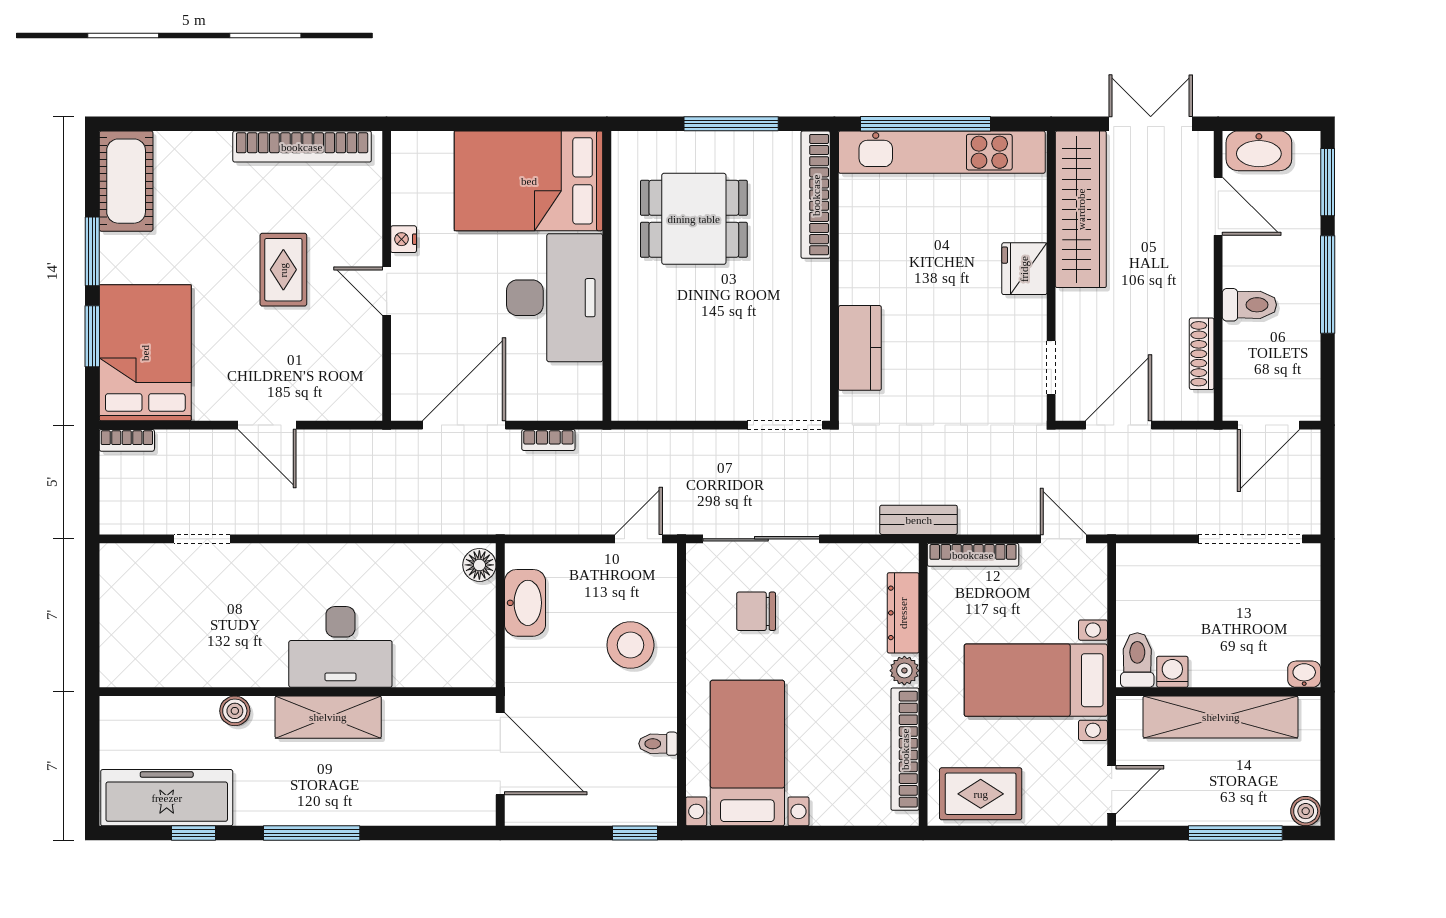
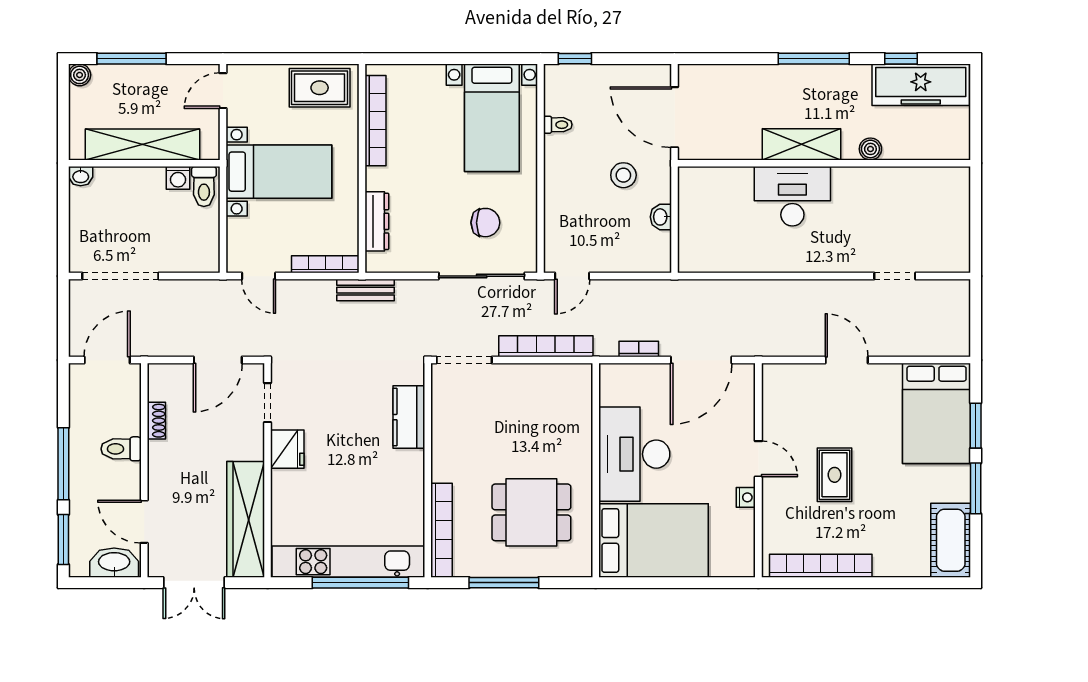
fridge: (1024, 269) -> (287, 449), moved
shoe rack: (1202, 354) -> (156, 421), width x0.70
bookcase: (127, 440) -> (546, 346), moved, width x2.31, depth x1.31
floor lamp: (479, 565) -> (690, 257), removed
washbasin: (525, 603) -> (661, 217), width x0.52, depth x0.69
stool: (630, 645) -> (623, 175), moved, width x0.73, depth x0.73
plant: (904, 671) -> (376, 179), removed

